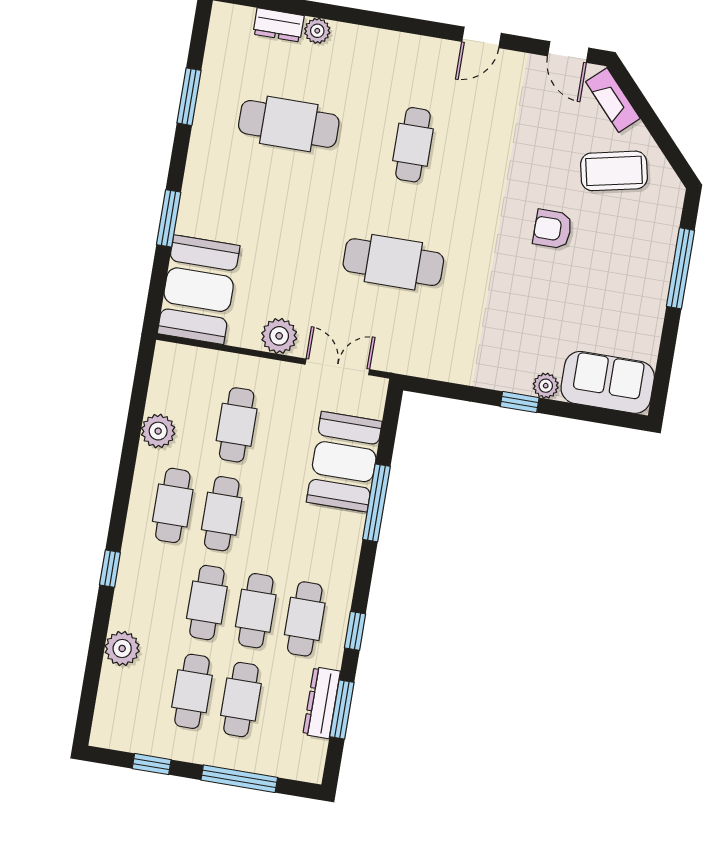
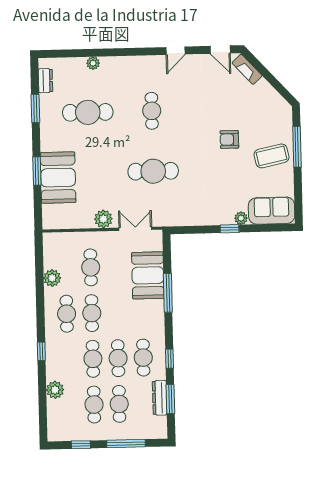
dresser: (279, 25) -> (45, 81), moved, turned -90
coffee table: (614, 171) -> (272, 156), moved
booth: (199, 290) -> (58, 178), moved

